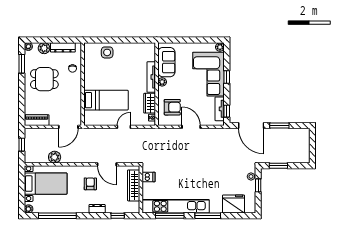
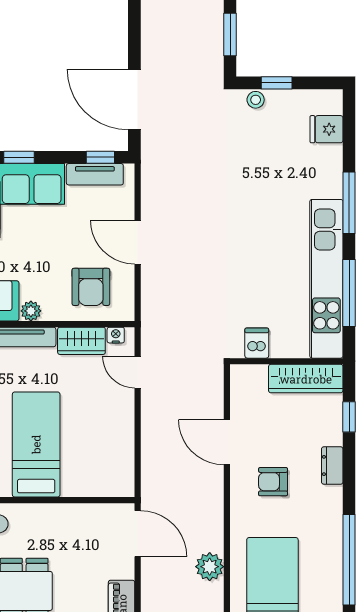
bed: (106, 100) -> (36, 444), moved
armchair: (172, 107) -> (91, 287), turned 180
door: (251, 125) -> (134, 100), swing flipped
window: (279, 125) -> (134, 32), removed
door: (124, 127) -> (138, 372), moved
door: (191, 127) -> (138, 242), hinge flipped
door: (107, 164) -> (227, 442), swing flipped
wardrobe: (134, 185) -> (306, 379), moved
fridge: (234, 204) -> (326, 129), width x0.53, depth x0.75

